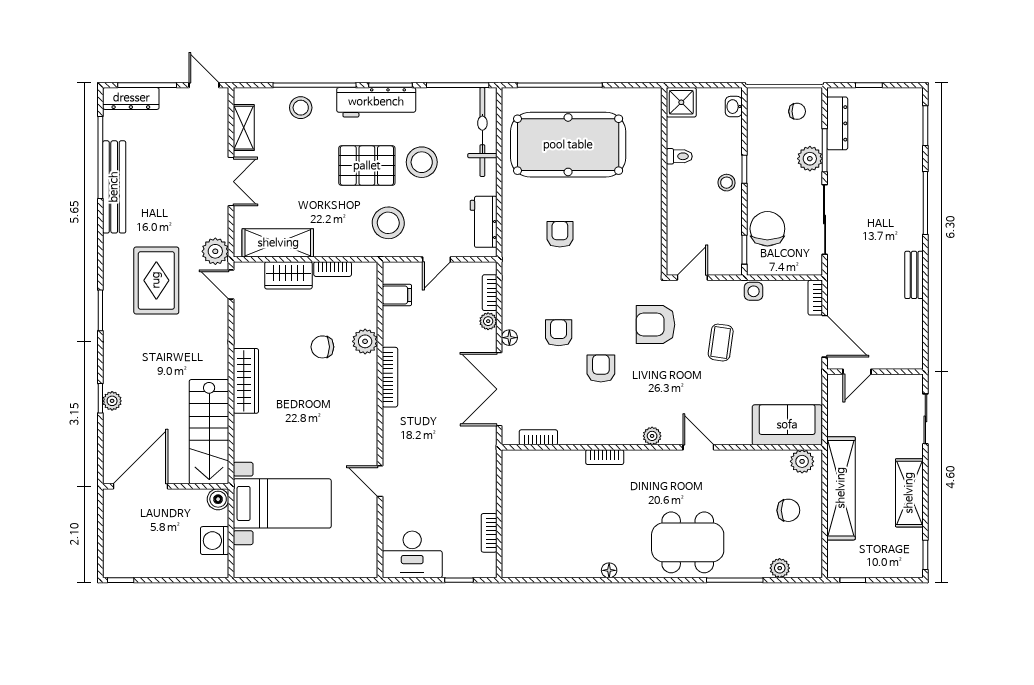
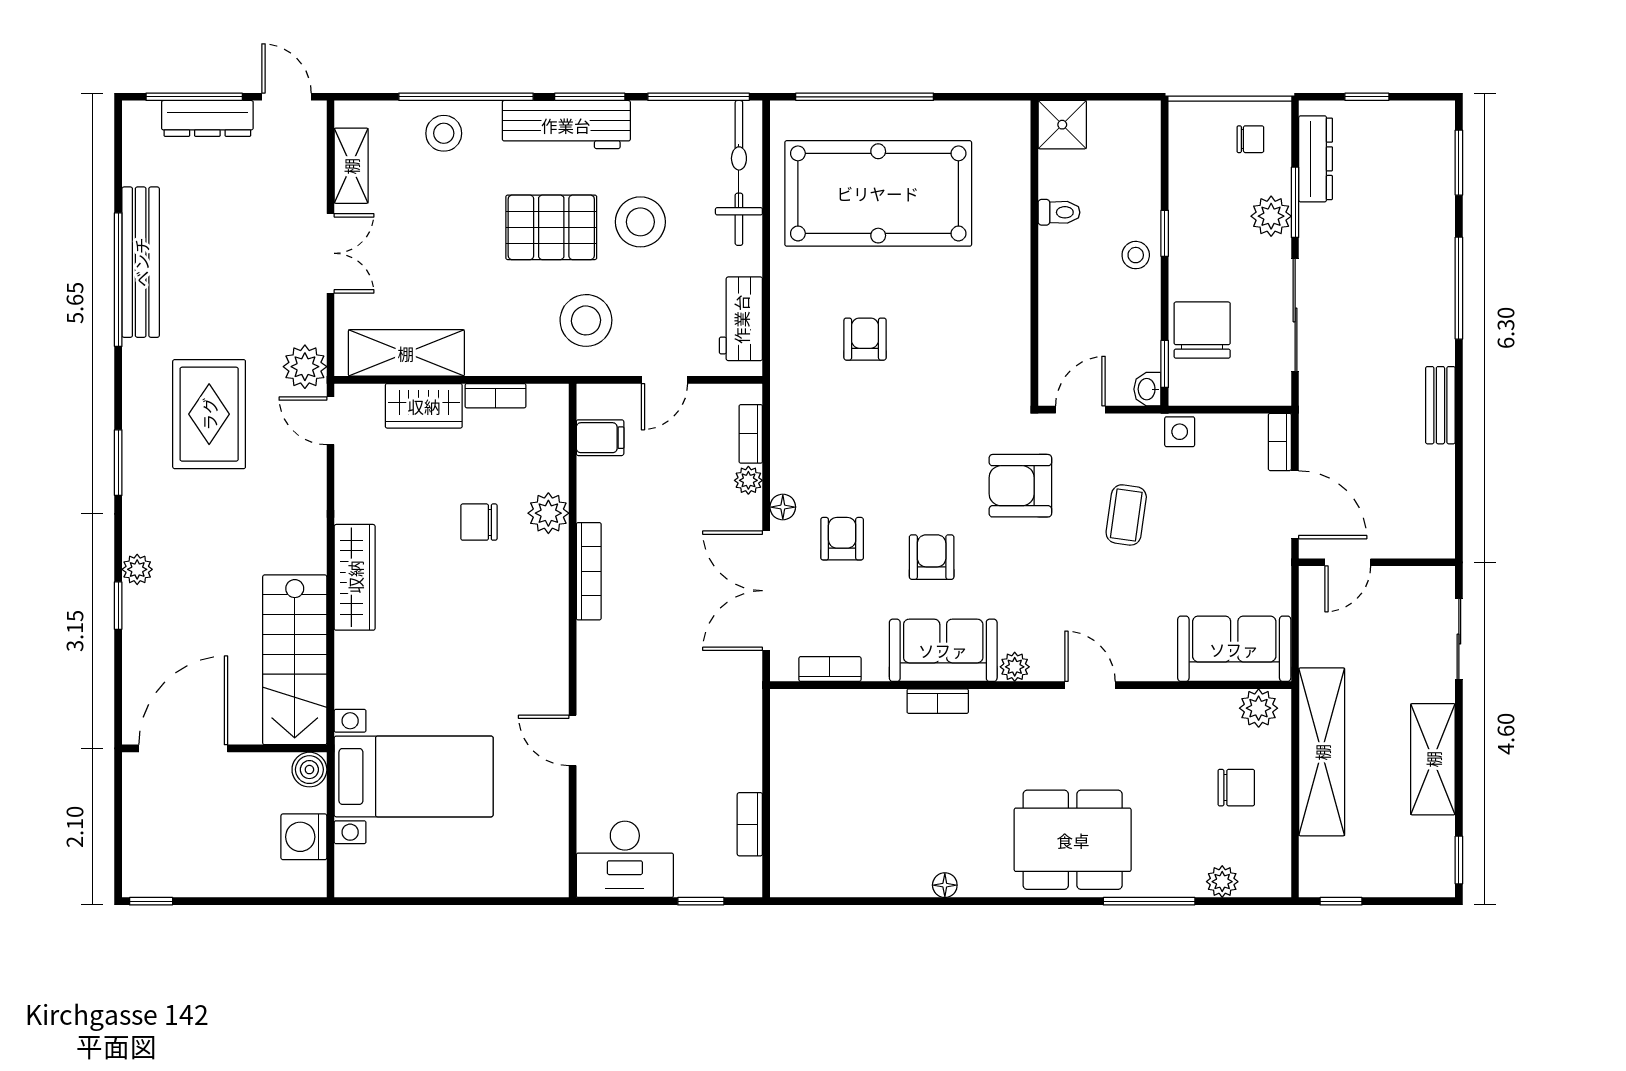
dresser: (131, 98) -> (207, 118), moved
washbasin: (734, 107) -> (1147, 389), moved
window: (100, 157) -> (118, 280), moved
armchair: (559, 333) -> (842, 539), moved
plant: (112, 401) -> (137, 569), moved
sofa: (608, 426) -> (943, 650), added

